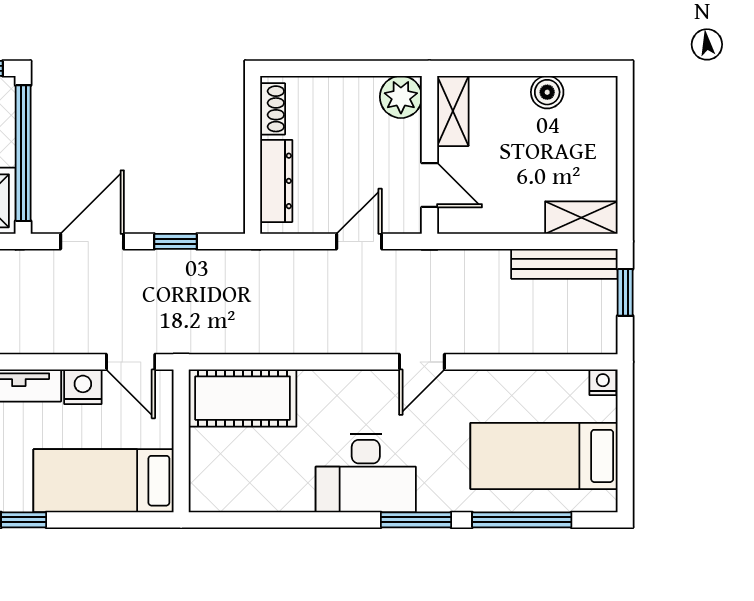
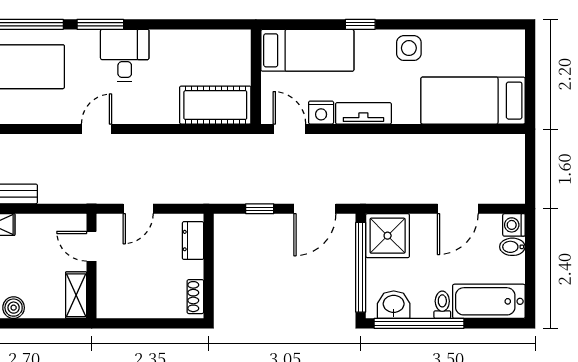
plant: (401, 97) -> (110, 304), removed
dresser: (276, 181) -> (193, 241), width x0.70
desk: (366, 473) -> (125, 55), width x0.73

